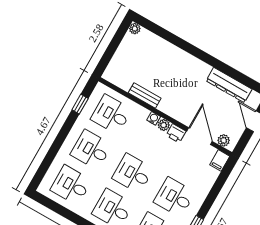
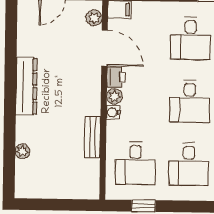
plant: (135, 29) -> (22, 151), moved
dresser: (229, 85) -> (26, 86), moved
door: (200, 136) -> (104, 48), swing flipped

